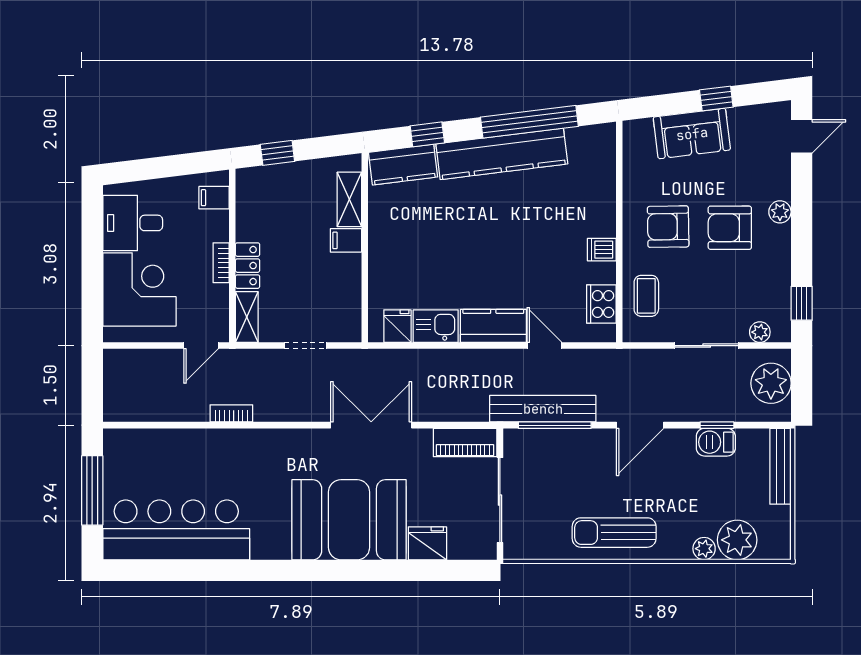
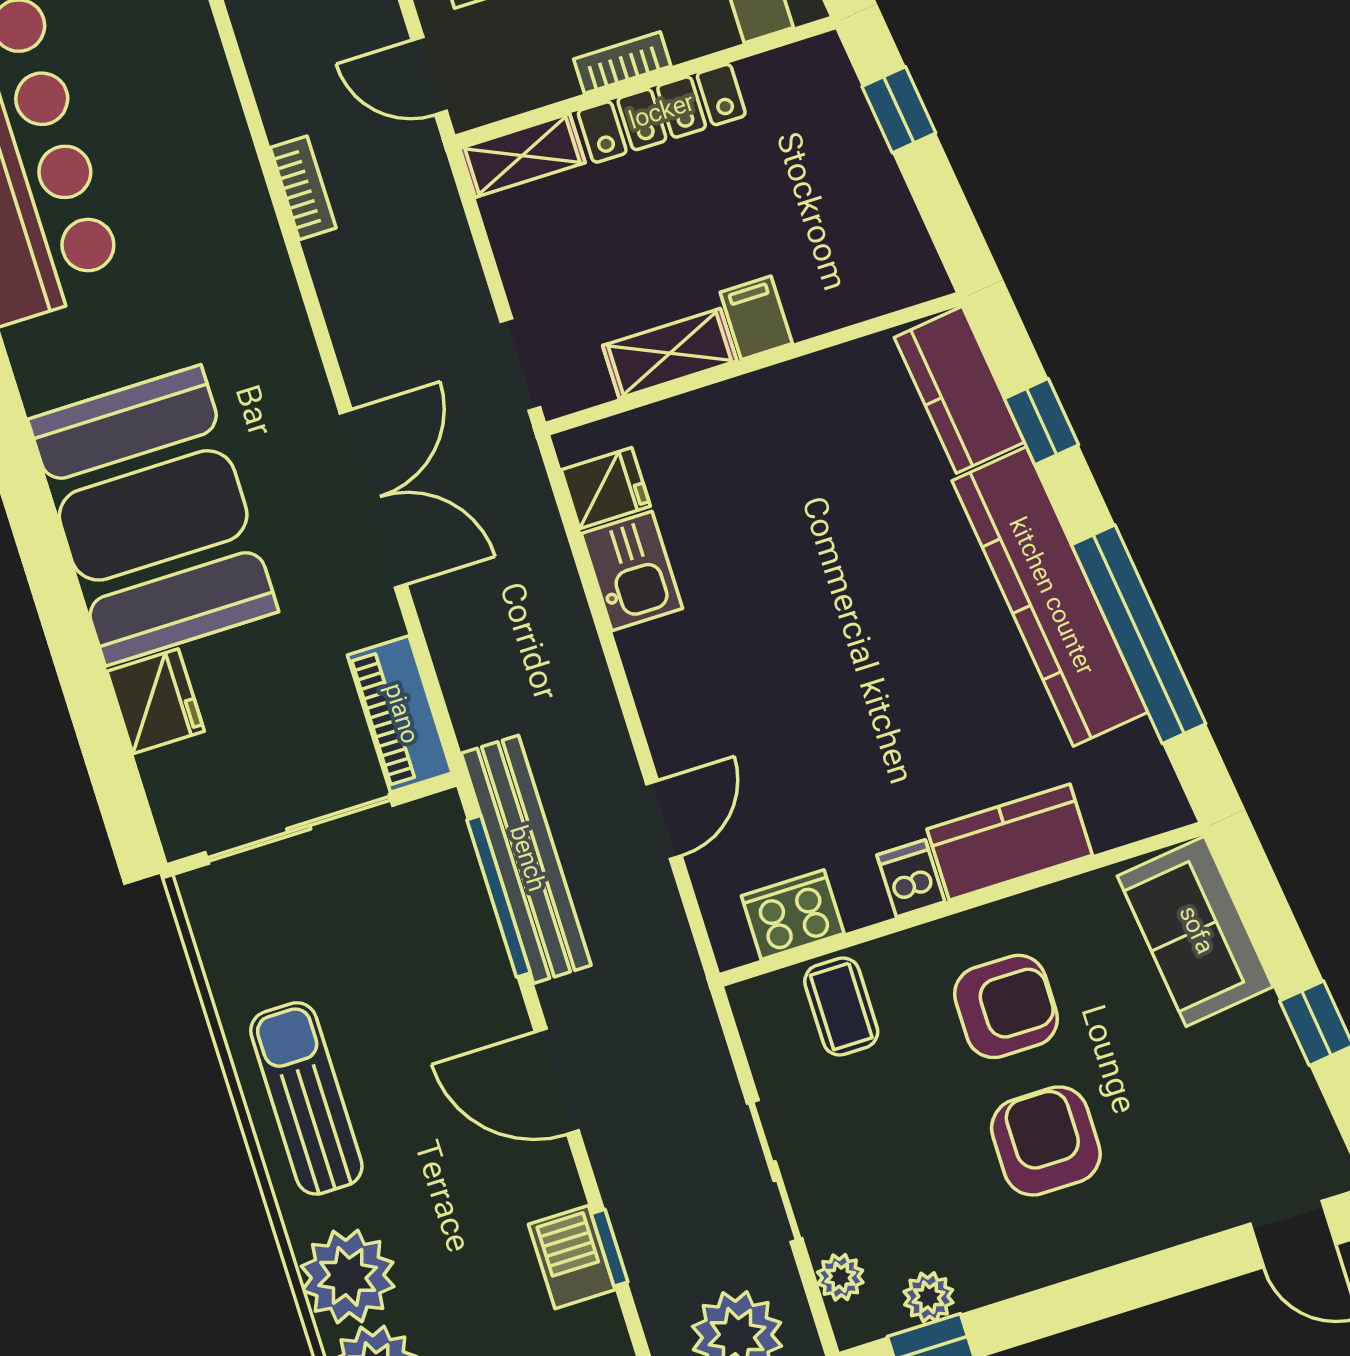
sofa: (692, 134) -> (1195, 931), moved
shelving: (349, 199) -> (670, 353), moved
plant: (780, 212) -> (929, 1297), moved
armchair: (668, 227) -> (1006, 1006), turned 91
locker: (248, 266) -> (662, 113), width x1.53
coffee table: (646, 296) -> (841, 1006), turned 90
kitchen counter: (493, 326) -> (1010, 842), moved, turned -90
doorway: (305, 346) -> (520, 365), moved
plant: (704, 549) -> (348, 1276), width x1.88, depth x1.88

